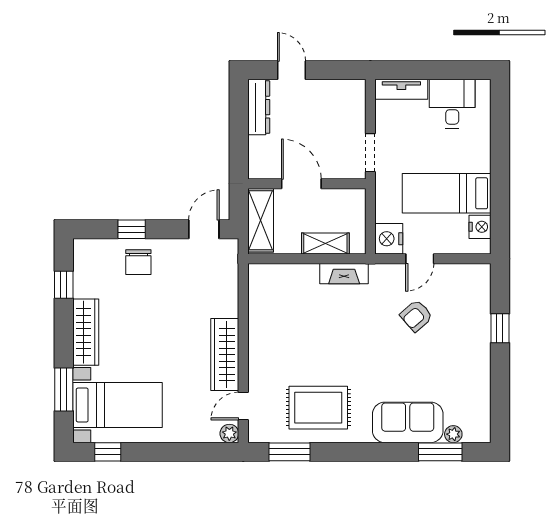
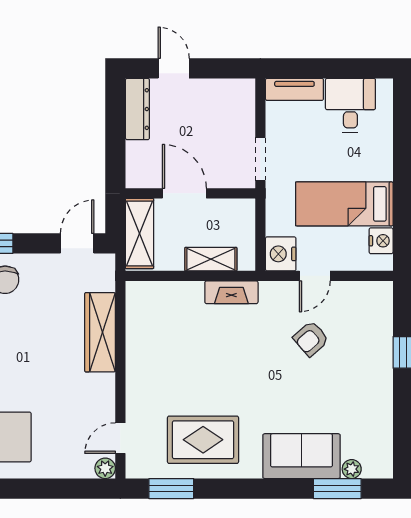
wardrobe: (225, 355) -> (100, 332), moved

